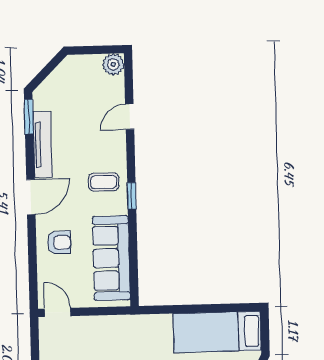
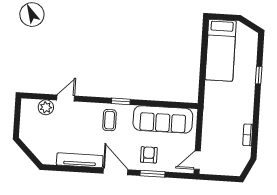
plant: (113, 64) -> (46, 107), moved
window: (29, 117) -> (152, 174), moved
door: (130, 117) -> (66, 98), swing flipped

